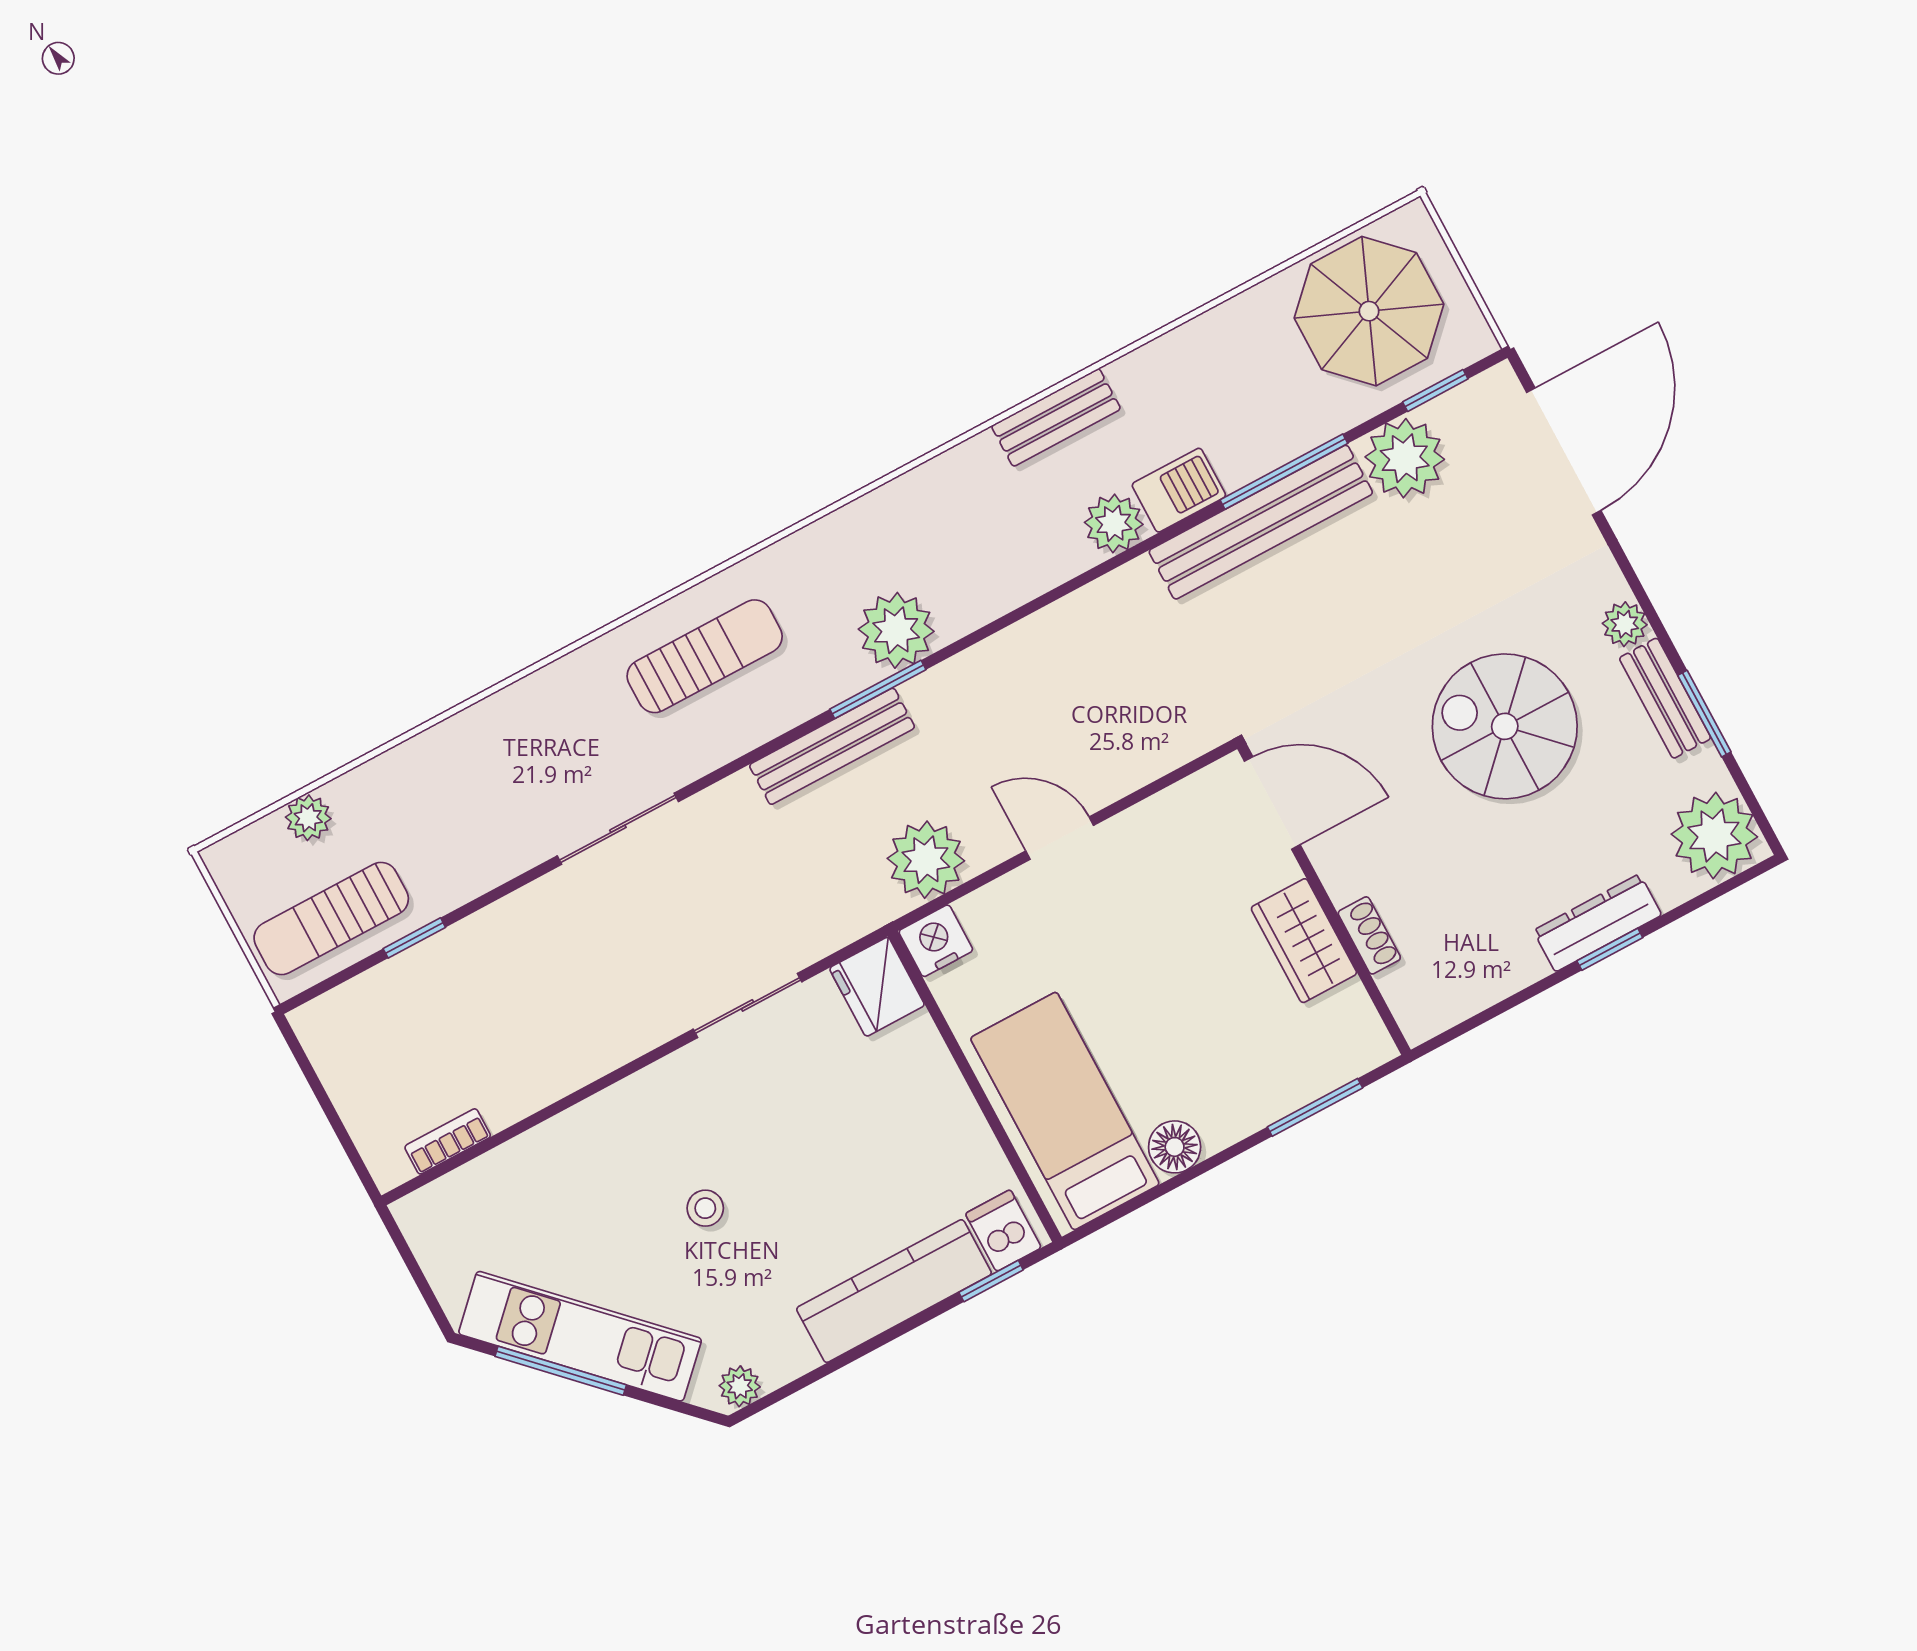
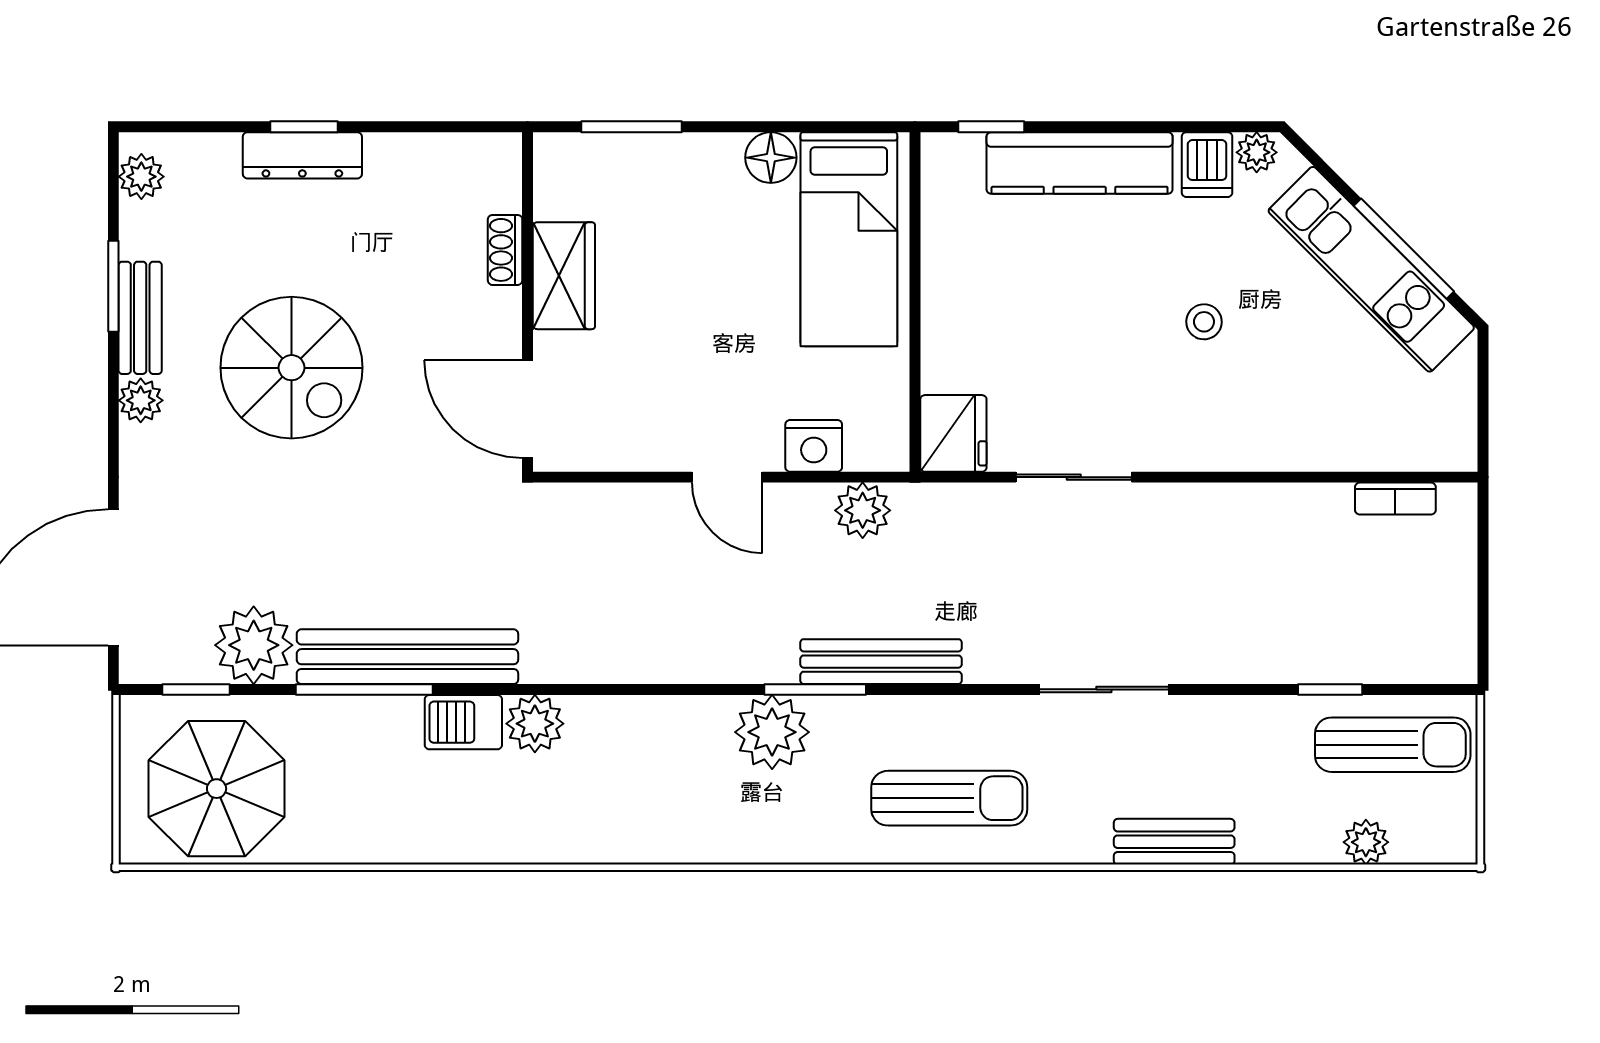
bench: (1056, 417) -> (1174, 842), moved
sun lounger: (705, 656) -> (949, 798), turned 180
plant: (1714, 835) -> (141, 177), width x0.53, depth x0.53
plant: (926, 860) -> (863, 510), width x0.73, depth x0.73
nightstand: (936, 941) -> (814, 446), moved
dishwasher: (1003, 1231) -> (1207, 165), moved

